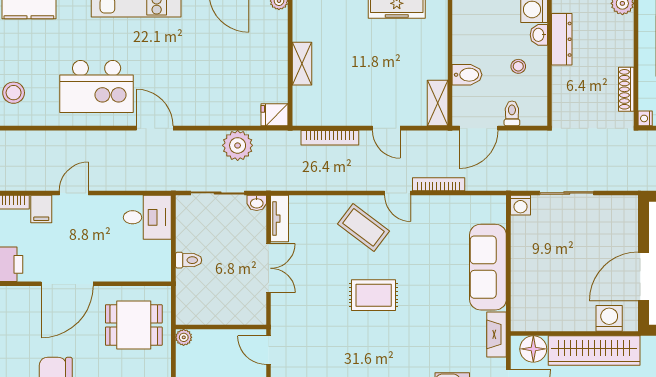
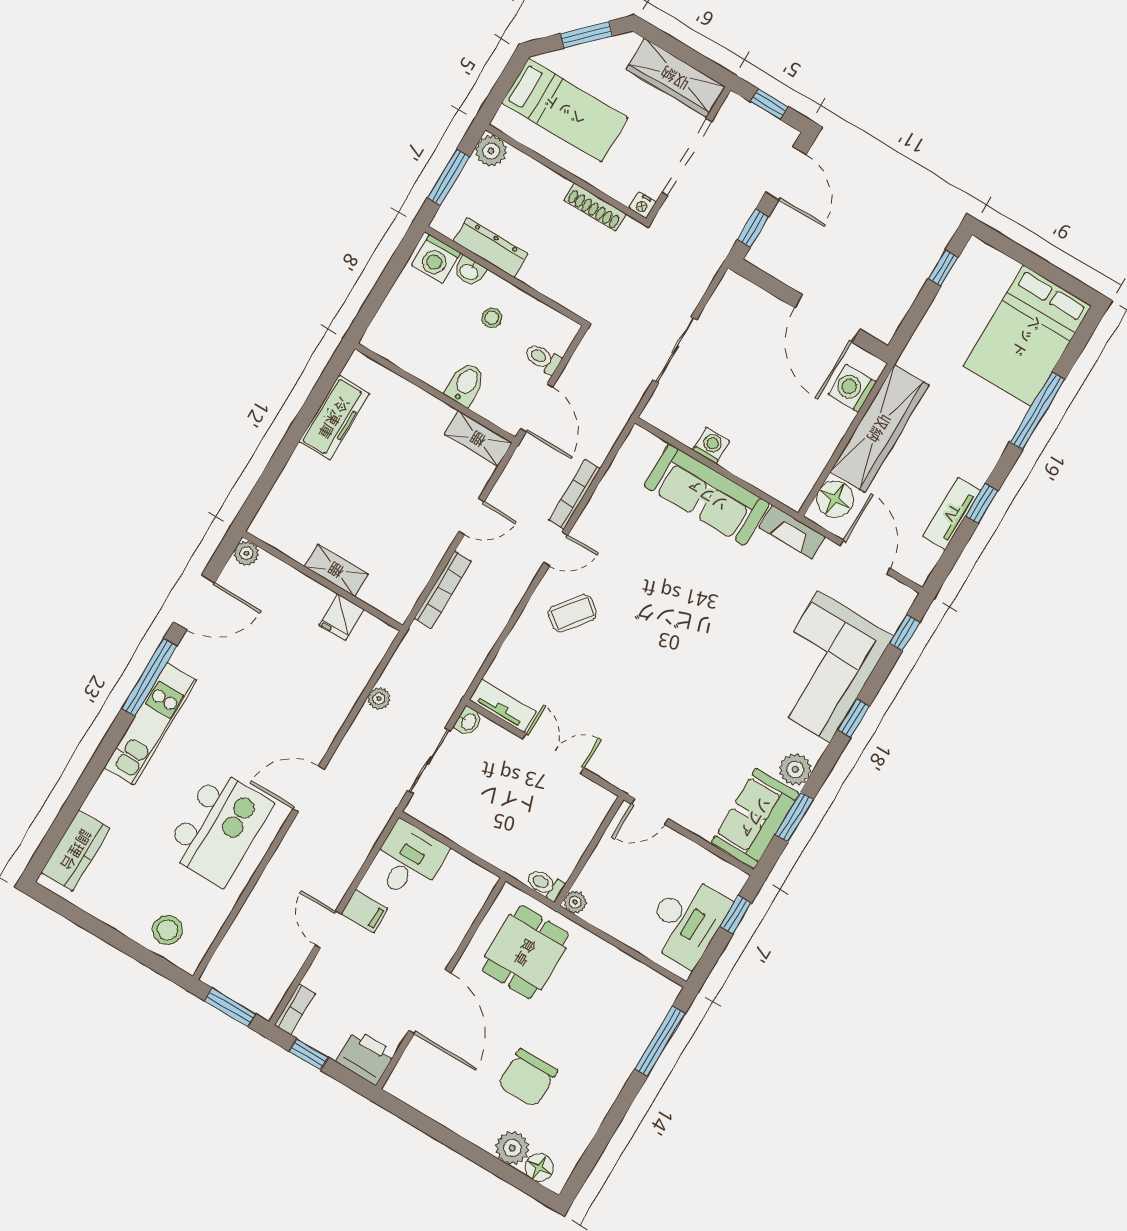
fridge: (275, 115) -> (341, 617), moved
plant: (238, 145) -> (379, 699), width x0.53, depth x0.53
washing machine: (520, 205) -> (711, 445), moved, turned -90
filing cabinet: (41, 209) -> (365, 911), moved
coffee table: (364, 227) -> (572, 613), width x0.73, depth x0.77
toilet: (189, 260) -> (545, 884), moved, turned -90
rug: (374, 295) -> (659, 649), removed

